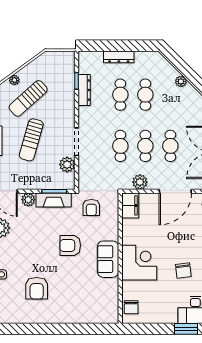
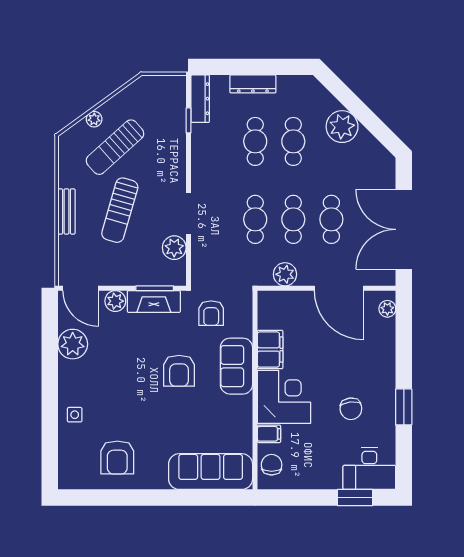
plant: (181, 81) -> (342, 127), width x1.88, depth x1.88
dresser: (84, 90) -> (200, 99), moved
door: (175, 191) -> (339, 288), hinge flipped
filing cabinet: (130, 205) -> (270, 350), moved
armchair: (70, 245) -> (179, 371), turned -90
sofa: (108, 259) -> (236, 366), moved
filing cabinet: (129, 287) -> (269, 434), added
armchair: (37, 288) -> (117, 457), moved
chair: (131, 307) -> (272, 465), turned 180
sofa: (91, 312) -> (211, 472), added

